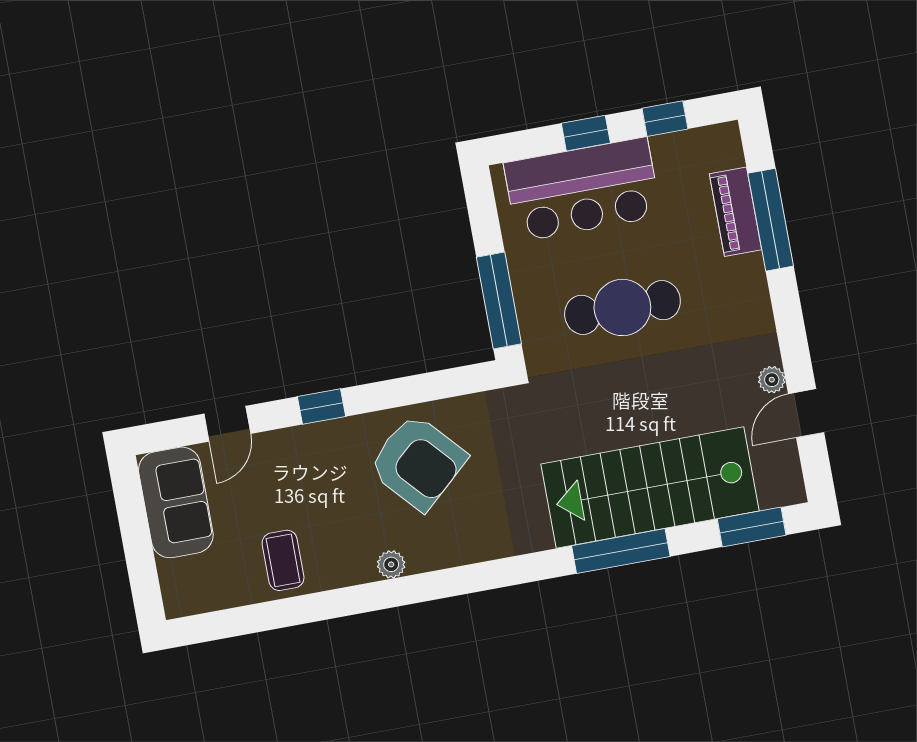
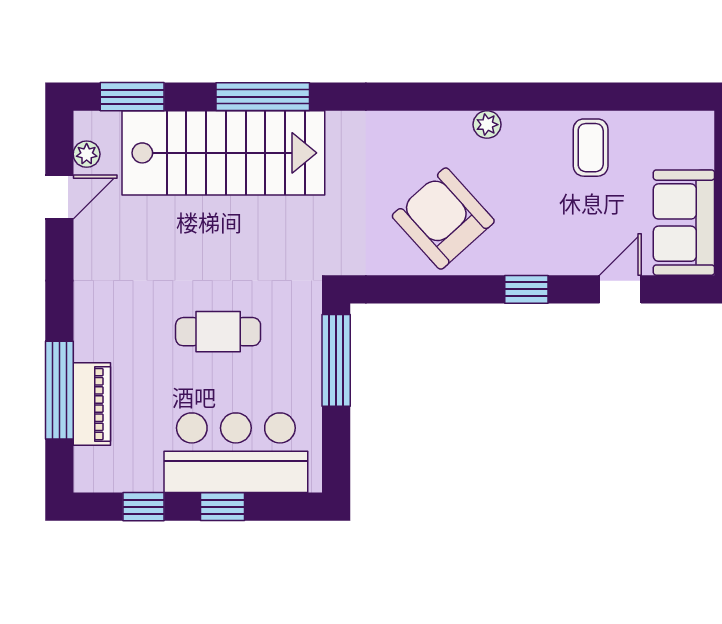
cafe table: (622, 307) -> (218, 332), width x0.73, depth x0.74
plant: (772, 380) -> (87, 154), moved

